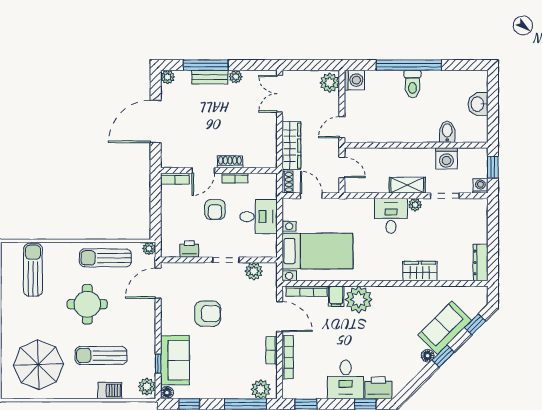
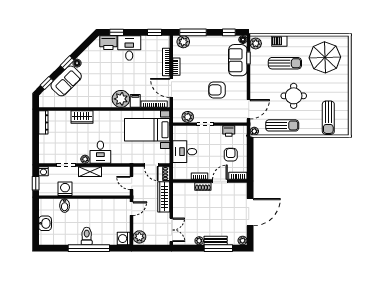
armchair: (215, 210) -> (231, 155), moved

